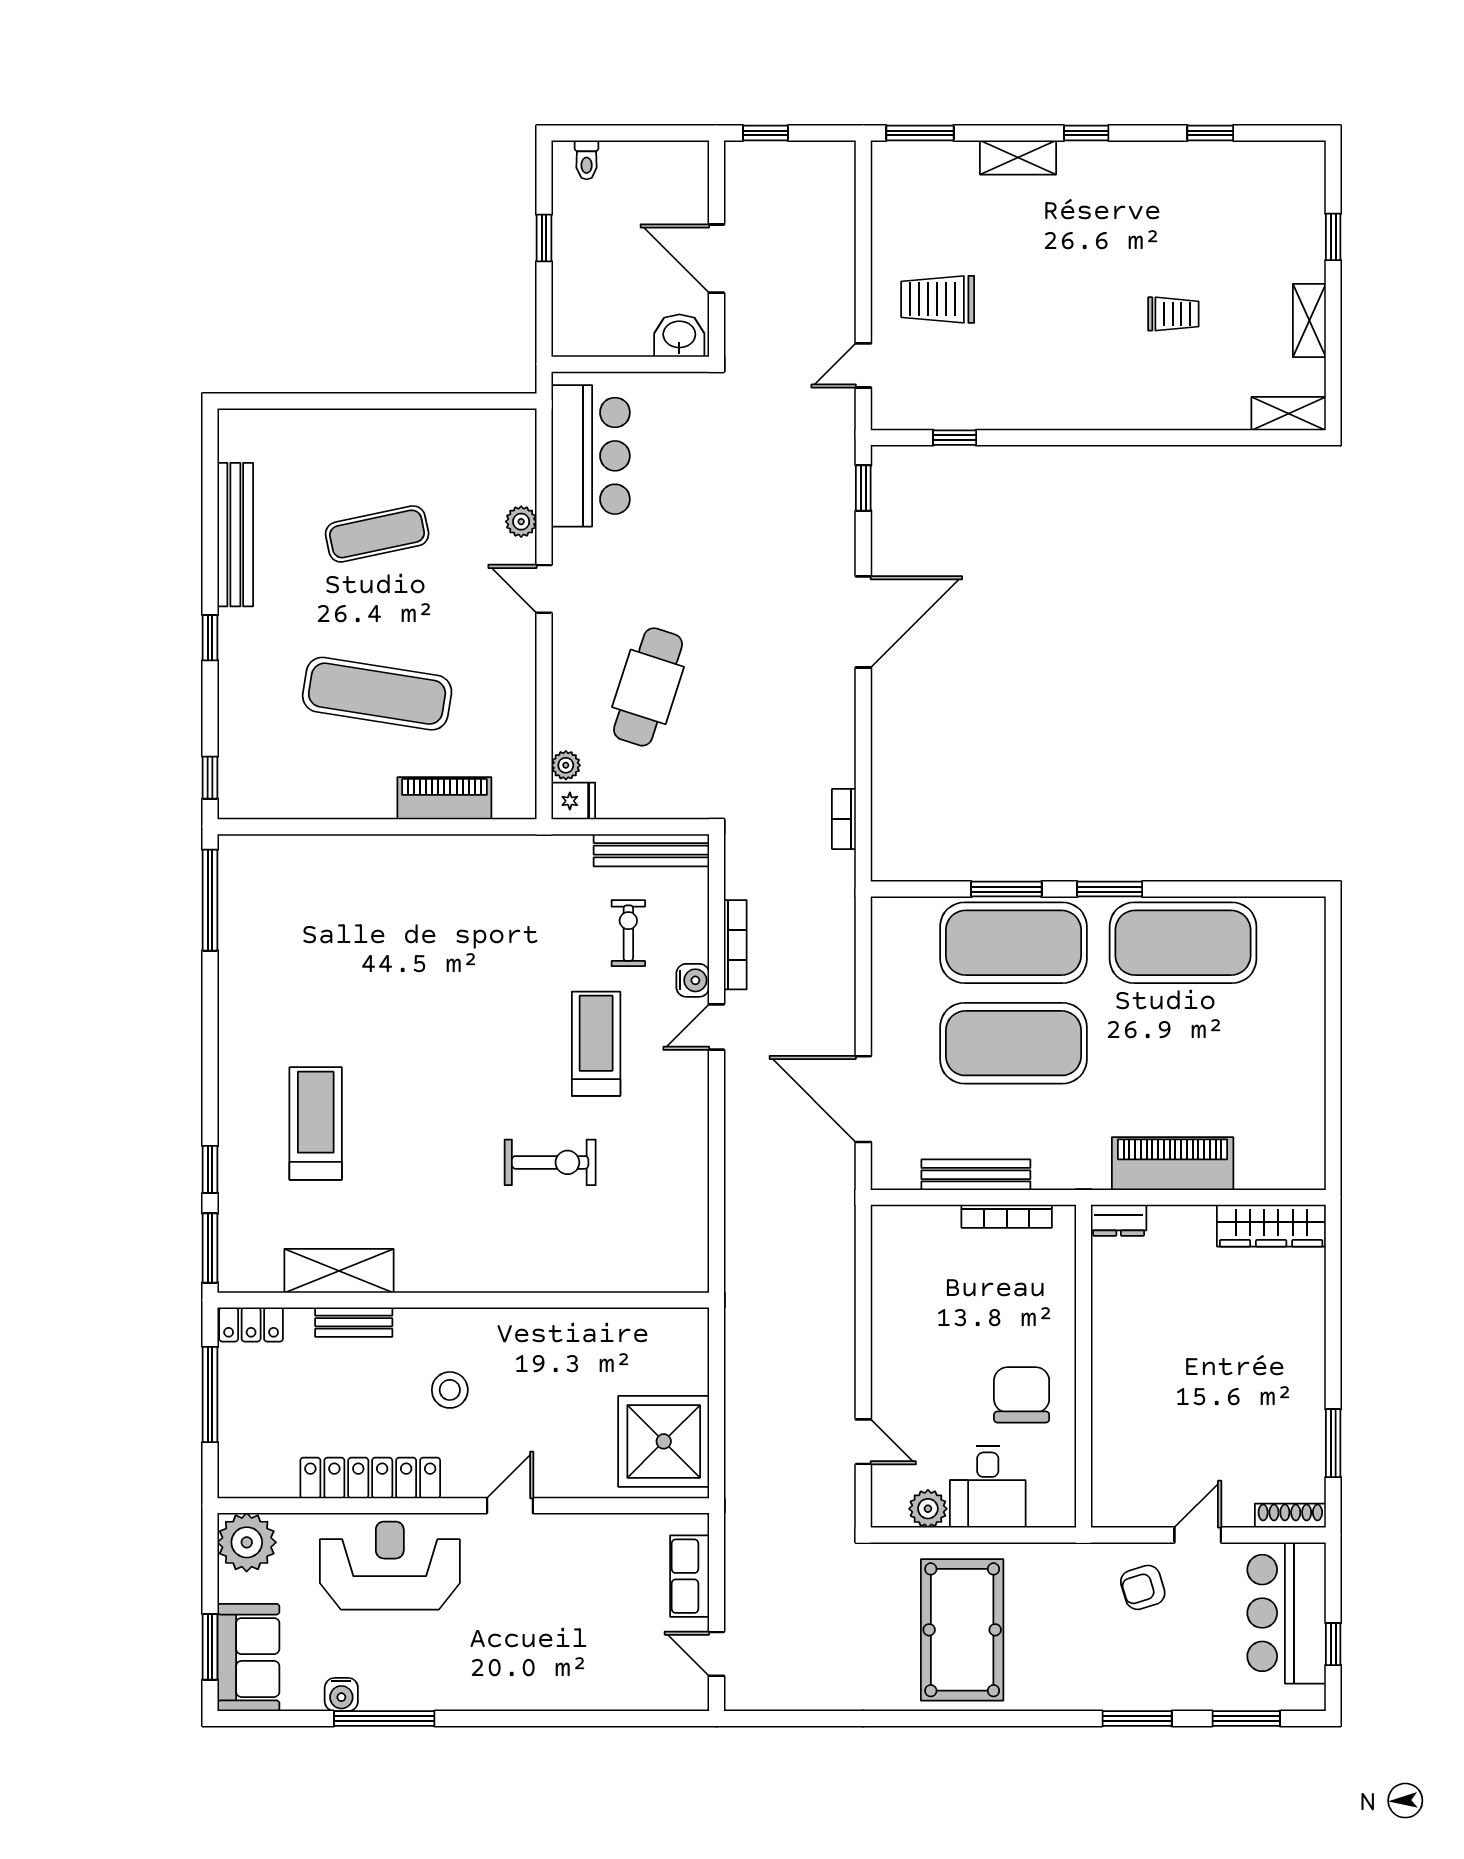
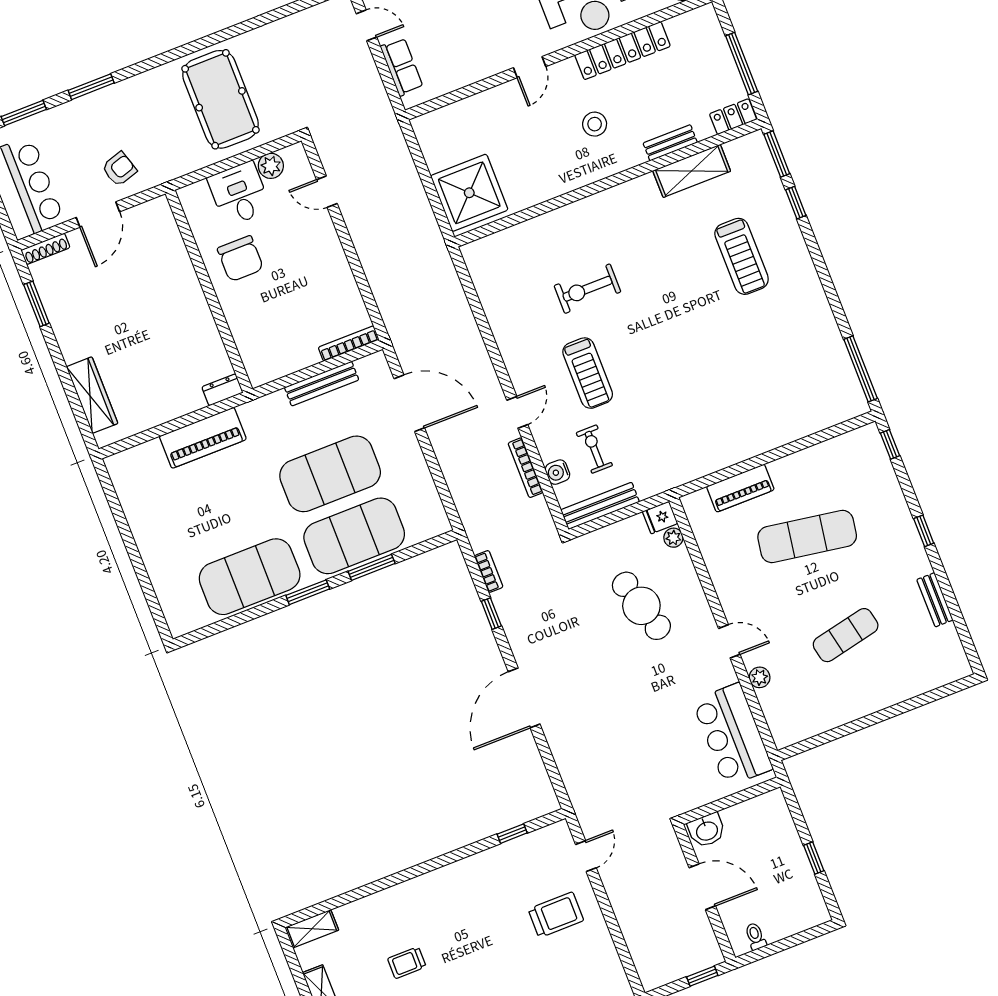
toilet: (587, 160) -> (755, 936), moved
window: (863, 488) -> (491, 614), moved
bench: (235, 535) -> (935, 600), width x0.54, depth x0.82
cafe table: (648, 687) -> (641, 606), turned -34
exercise bike: (628, 933) -> (594, 449), turned 180
water cooler: (693, 980) -> (557, 472), moved
bookcase: (1007, 1216) -> (349, 344), moved
wardrobe: (1271, 1226) -> (92, 395), moved, turned 90
shower: (664, 1441) -> (469, 193), moved
door: (1198, 1535) -> (98, 215), width x1.38

